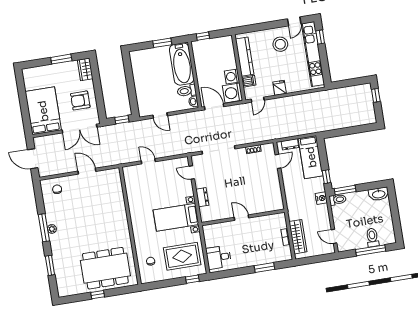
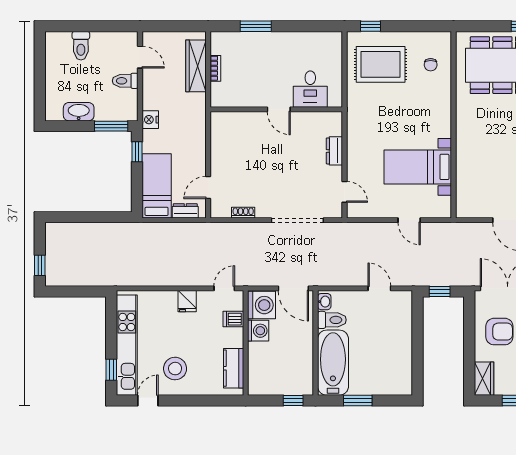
kitchen counter: (245, 57) -> (234, 368), width x0.67
washbasin: (379, 194) -> (79, 112), moved
toilet: (338, 200) -> (125, 81), moved
bed with nightstands: (176, 217) -> (418, 167), moved, turned 180
window: (371, 250) -> (87, 26), removed
desk: (219, 257) -> (310, 89), moved, turned 90

